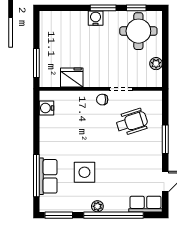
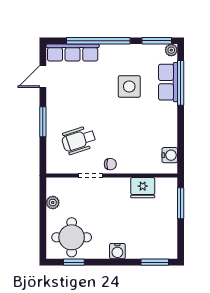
window: (103, 8) -> (155, 262), moved
row of seats: (146, 204) -> (73, 52), width x1.48
plant: (97, 206) -> (171, 50), moved

